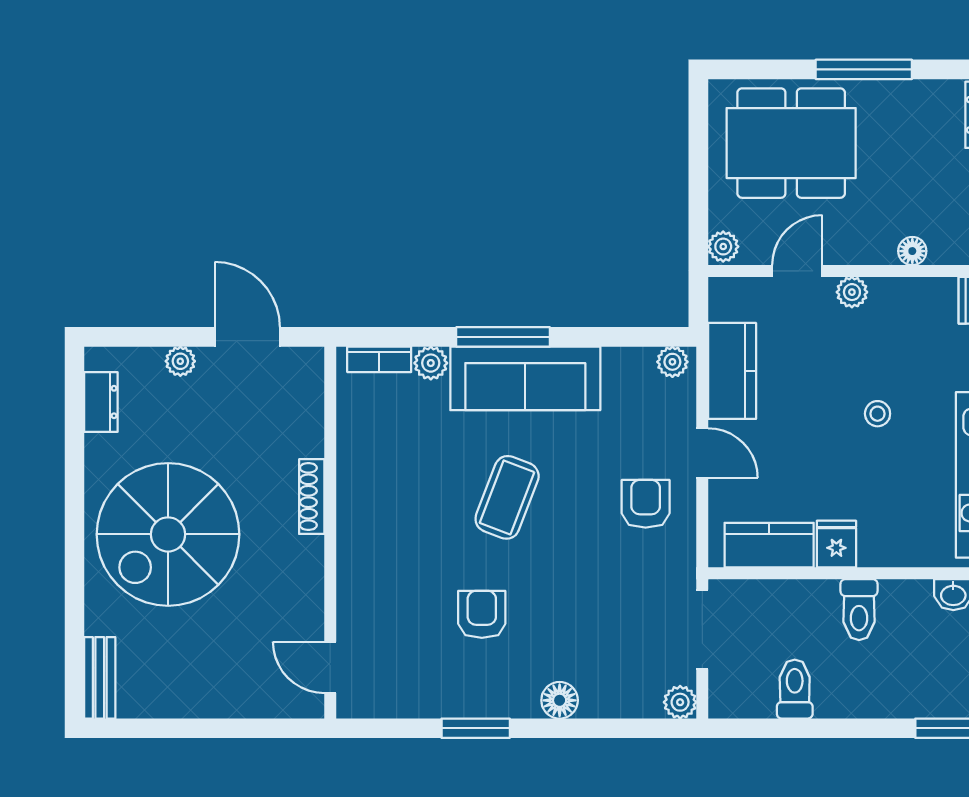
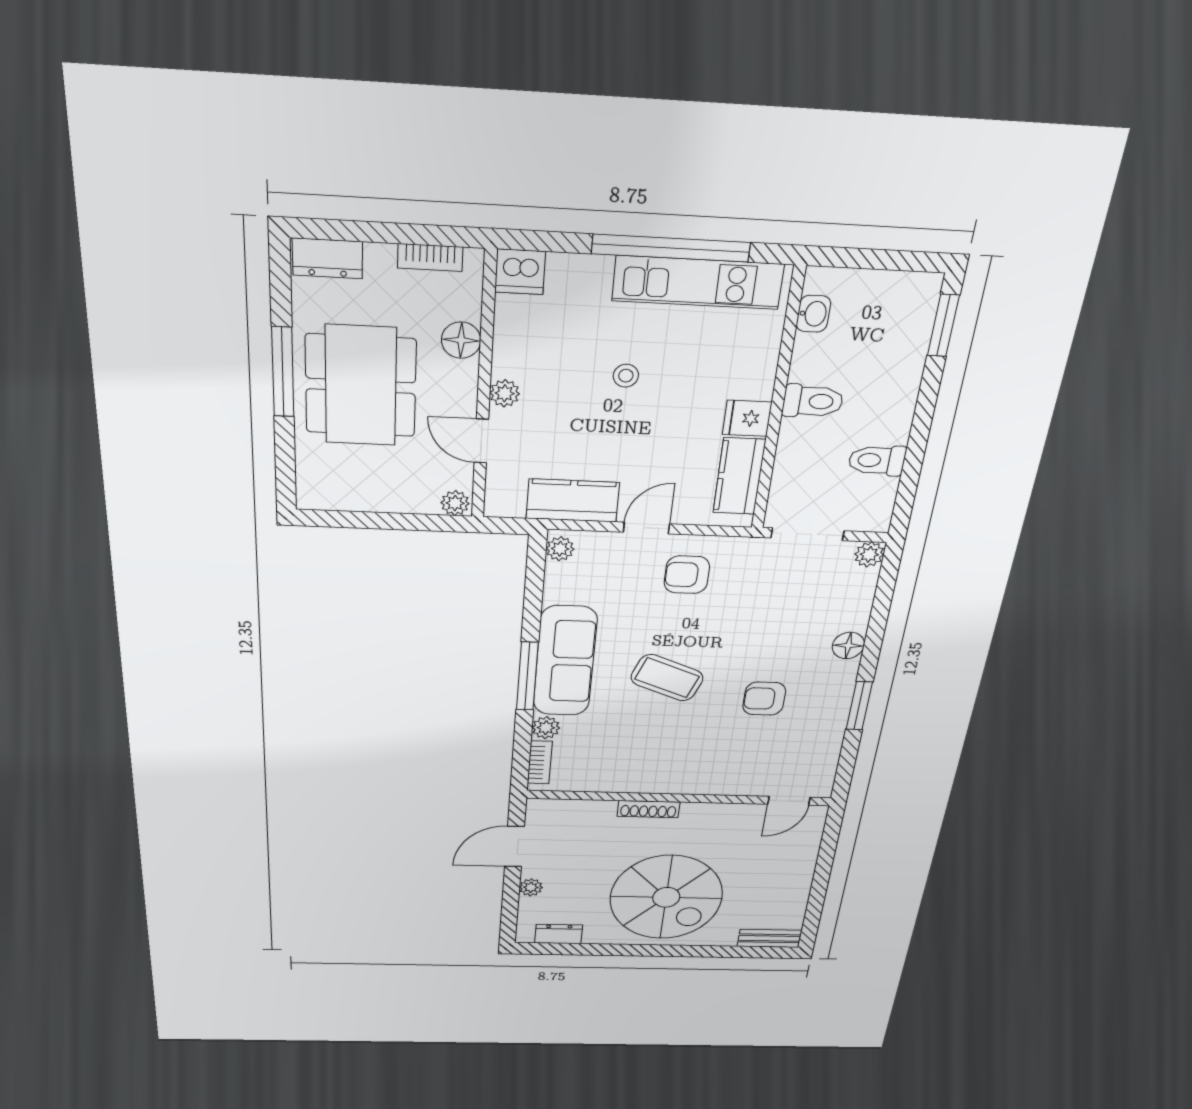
dining table: (791, 143) -> (361, 386), moved
floor lamp: (912, 251) -> (461, 340), width x1.37, depth x1.37

